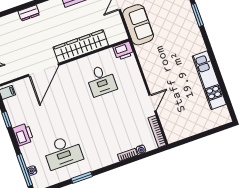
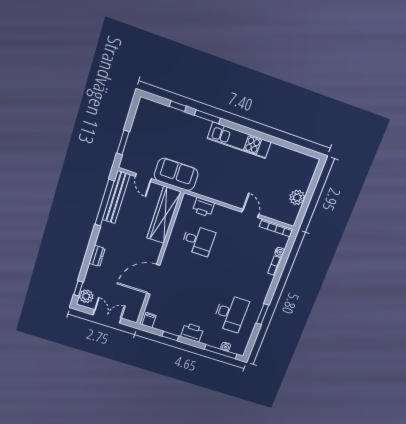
wardrobe: (81, 46) -> (164, 215), moved
printer: (123, 51) -> (203, 207), moved, turned 90
door: (43, 70) -> (153, 279), swing flipped
kitchen unit: (209, 80) -> (239, 140), moved
plant: (192, 128) -> (297, 197), added

